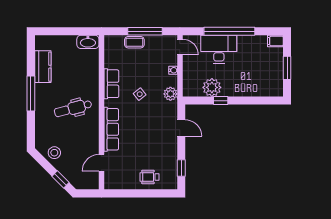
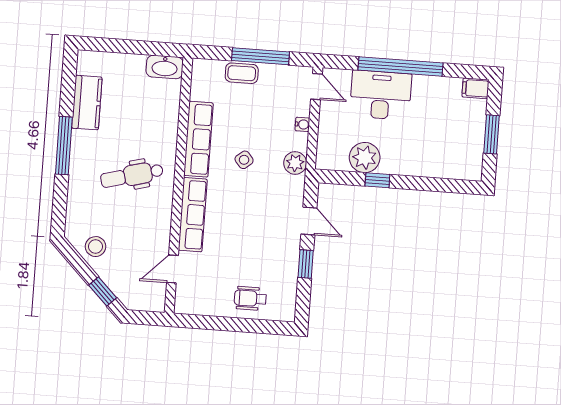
row of seats: (111, 84) -> (198, 139), width x1.48
window: (181, 168) -> (306, 264), moved

